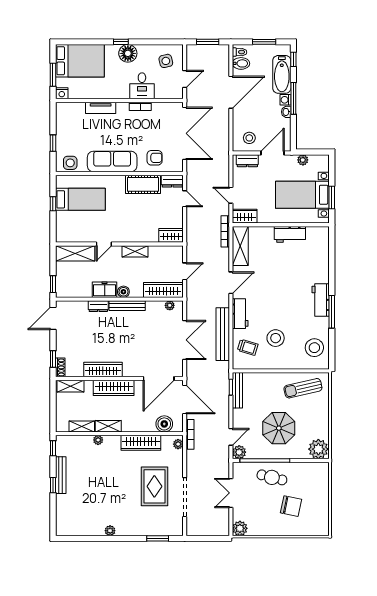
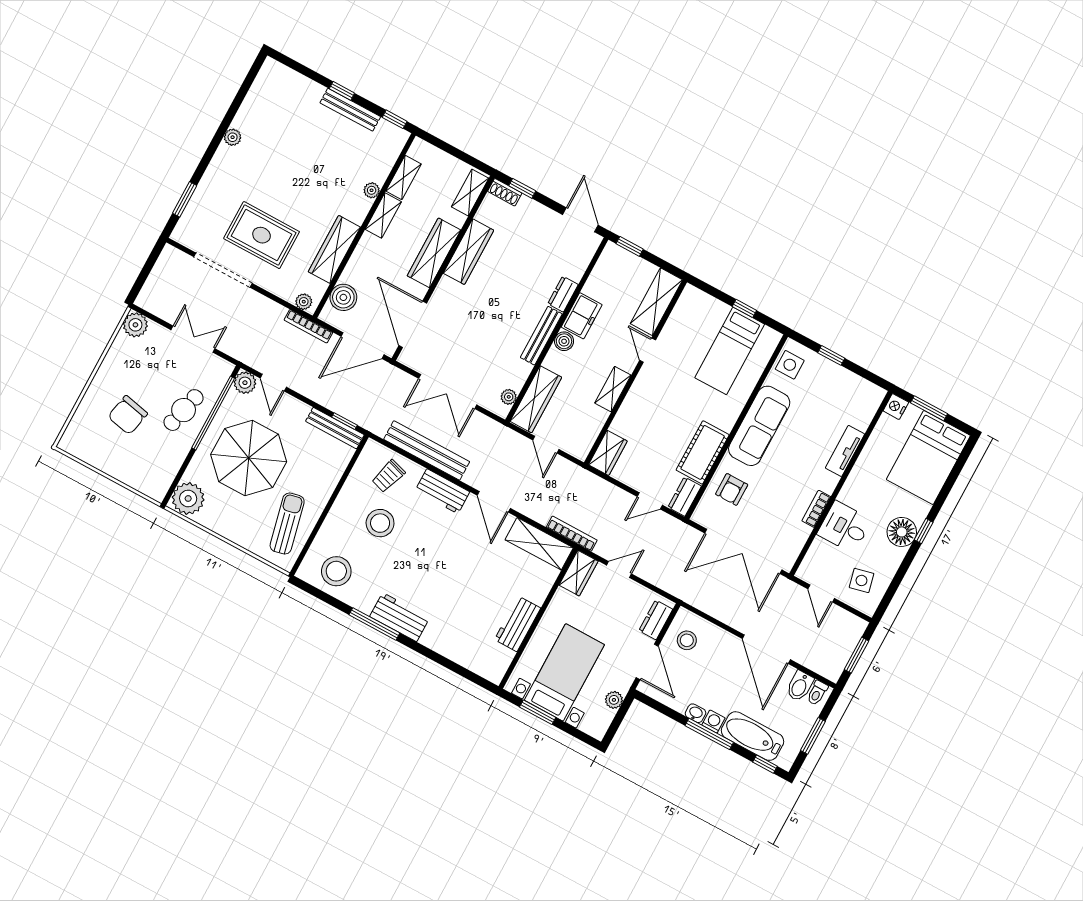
parasol: (279, 428) -> (249, 458), width x1.36, depth x1.36

